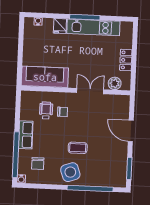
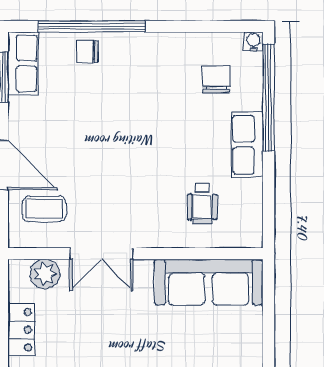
chair: (63, 112) -> (87, 51), moved
coffee table: (78, 148) -> (44, 209), moved
side table: (70, 172) -> (139, 62), removed
row of seats: (120, 174) -> (23, 63), added

